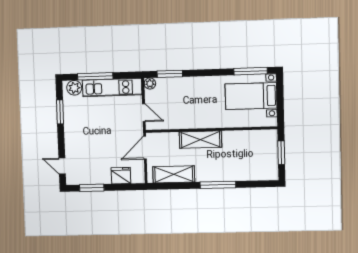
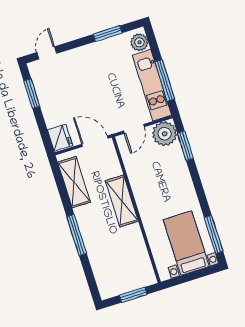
window: (95, 76) -> (165, 80), moved
plant: (150, 84) -> (165, 134), width x1.87, depth x1.87
fridge: (121, 176) -> (60, 138), moved

